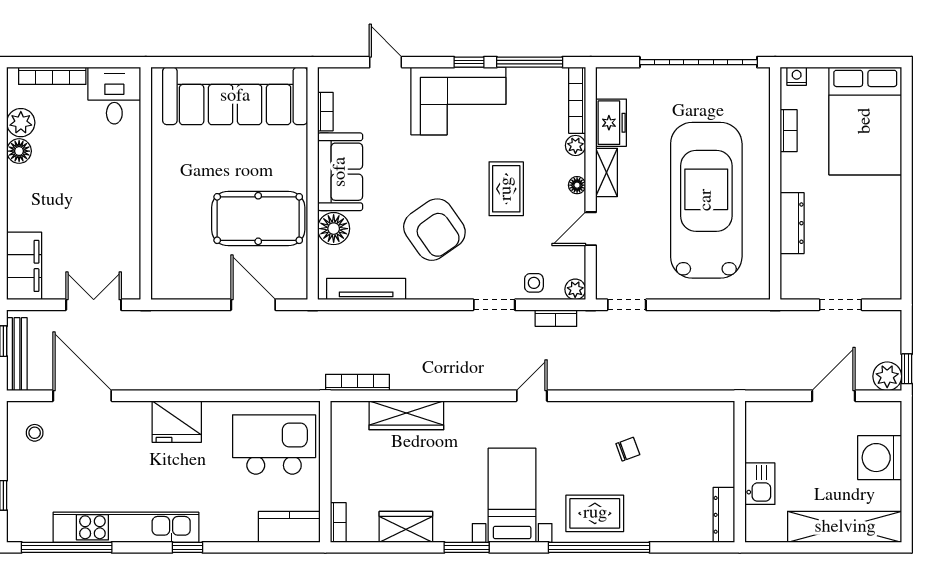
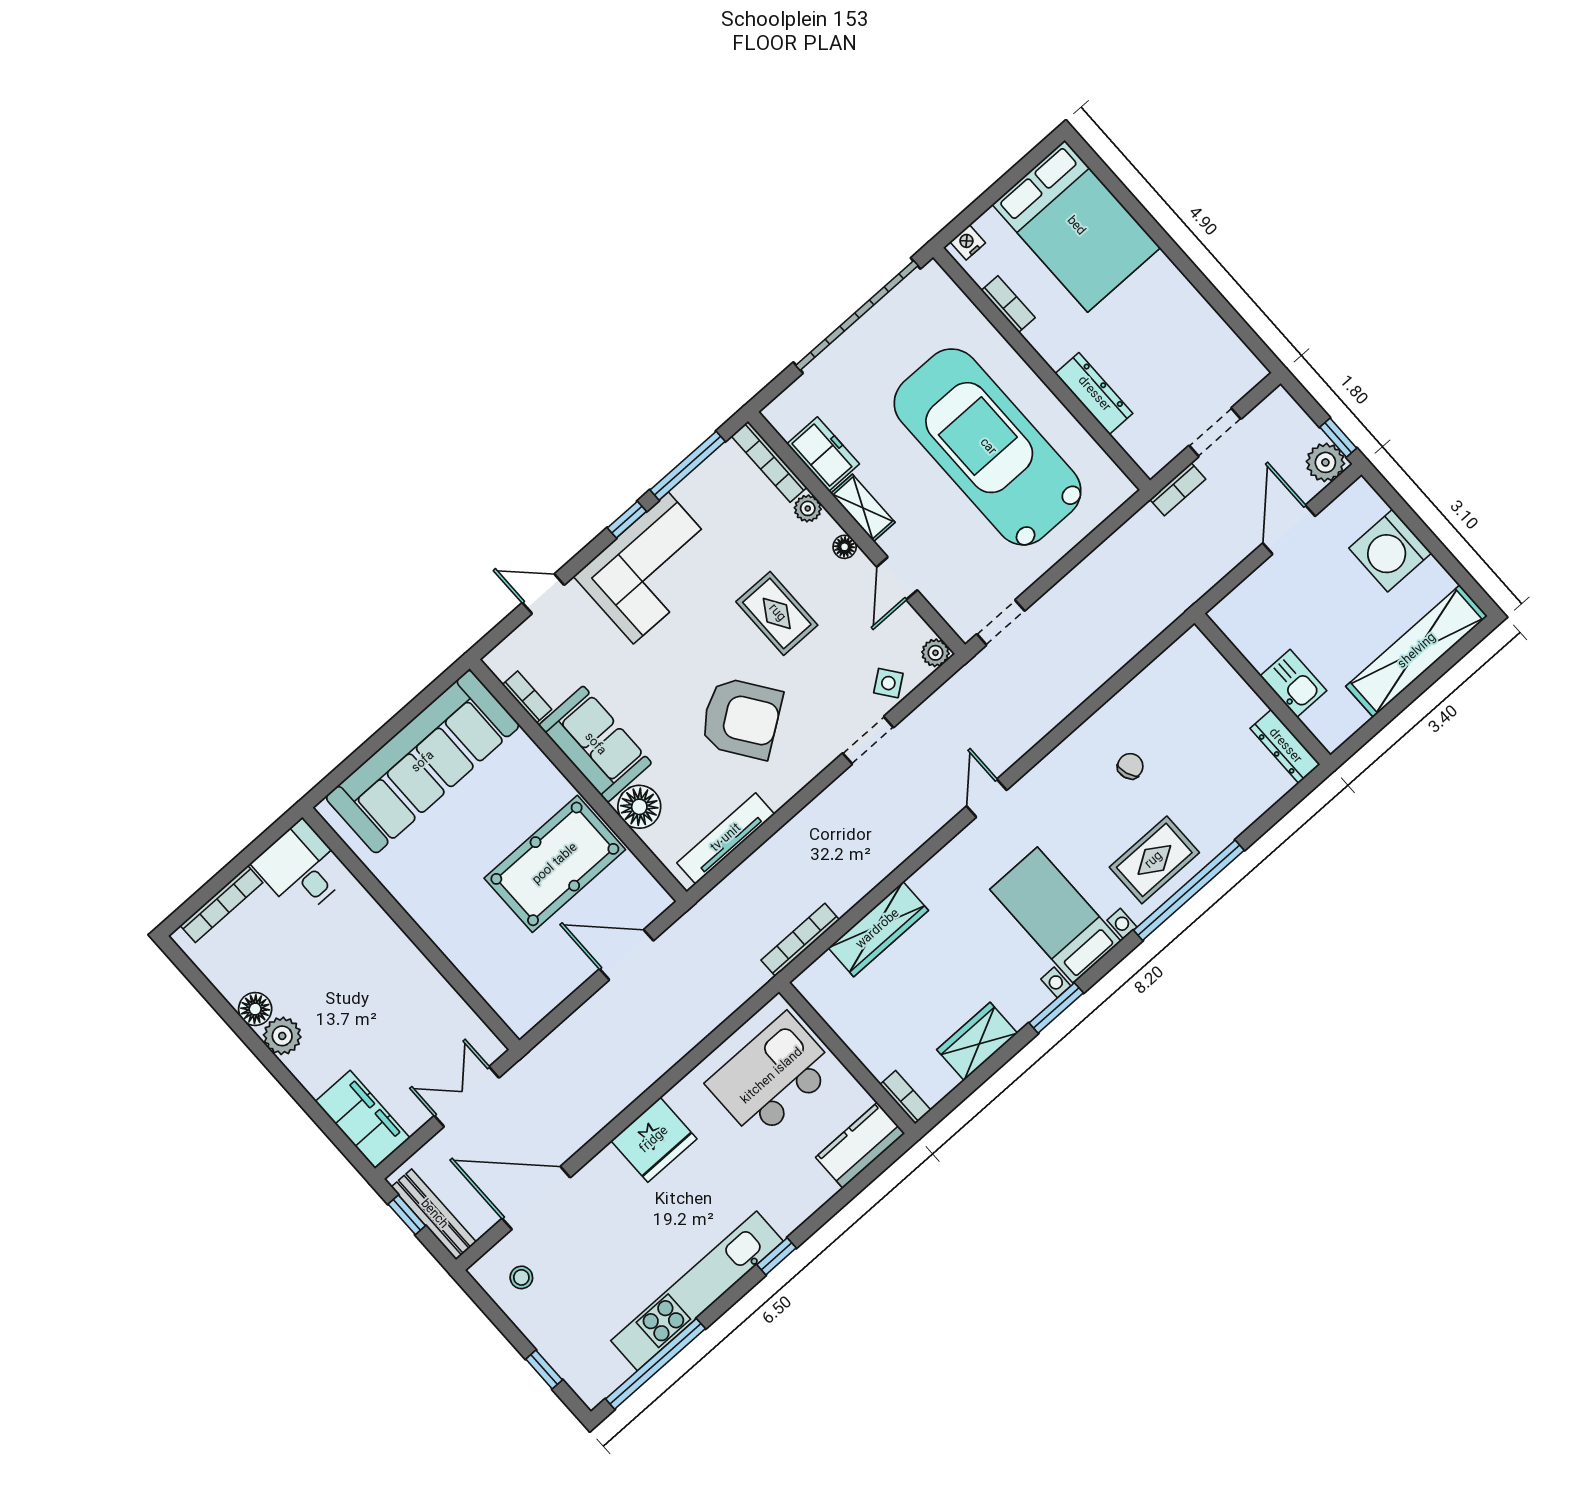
plant: (21, 123) -> (282, 1036), moved
side table: (534, 283) -> (888, 683), turned -37
bookcase: (556, 318) -> (1178, 489), moved

